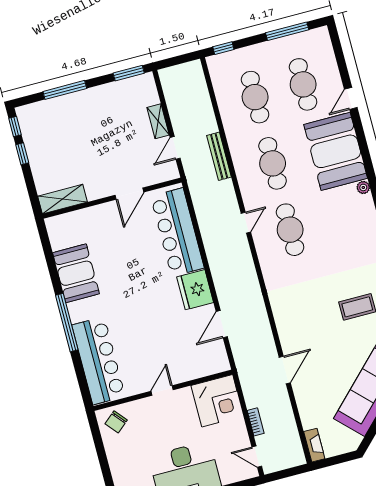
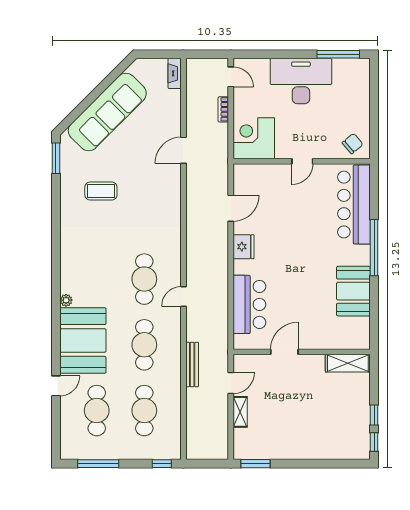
window: (65, 90) -> (319, 464), removed
bar counter: (177, 232) -> (249, 304), width x0.73
fridge: (195, 290) -> (244, 247), width x0.73, depth x0.75

